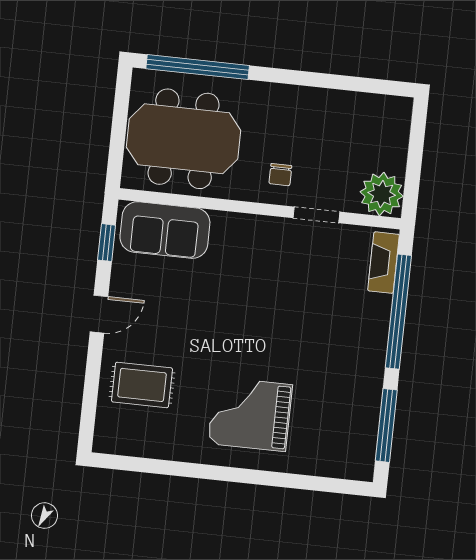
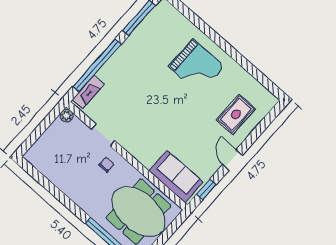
plant: (382, 194) -> (67, 116), width x0.53, depth x0.53
door: (99, 314) -> (233, 160), hinge flipped
rug: (142, 385) -> (236, 114), turned 90

